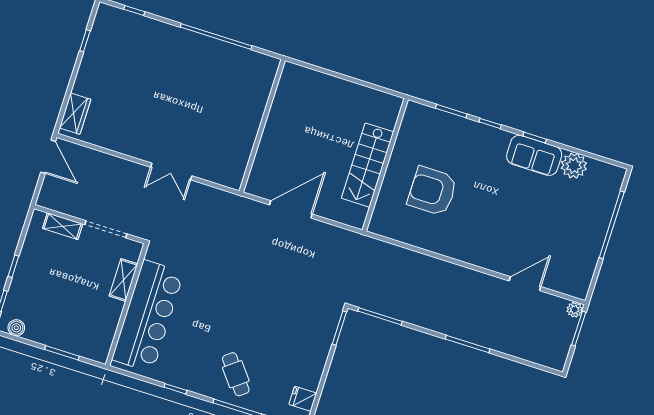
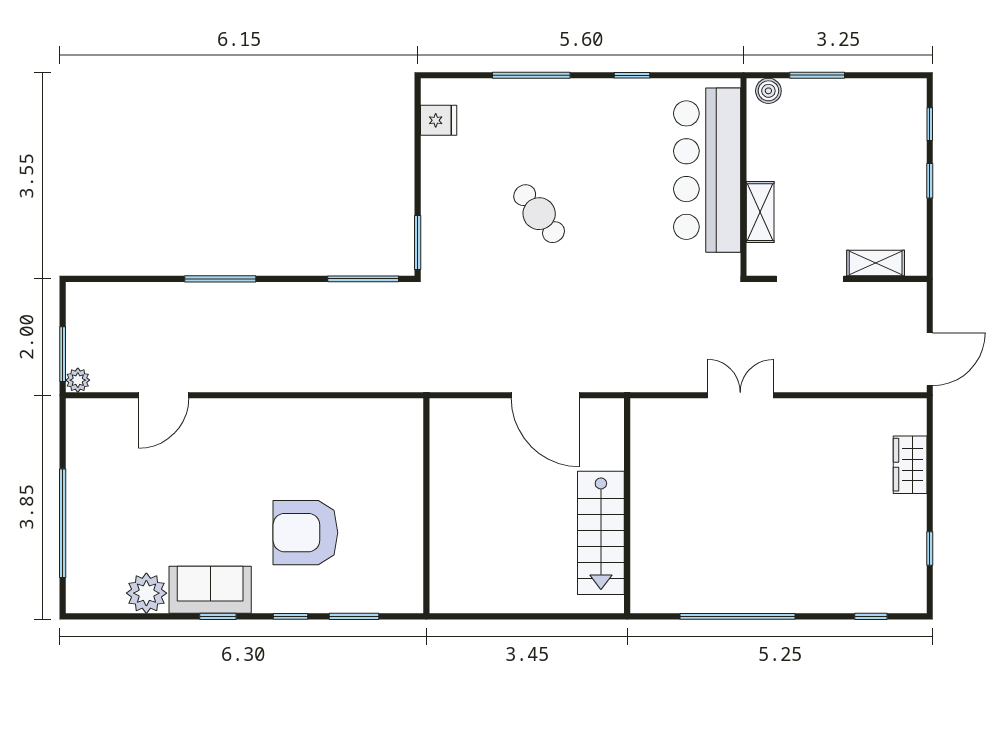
wardrobe: (75, 114) -> (910, 465), moved
door: (48, 157) -> (930, 359), swing flipped
stairs: (368, 165) -> (601, 533), moved, turned 180
armchair: (432, 191) -> (305, 533), moved, turned 180
door: (291, 209) -> (545, 395), hinge flipped
boiler: (16, 328) -> (768, 91), moved
cafe table: (236, 374) -> (539, 214), moved

